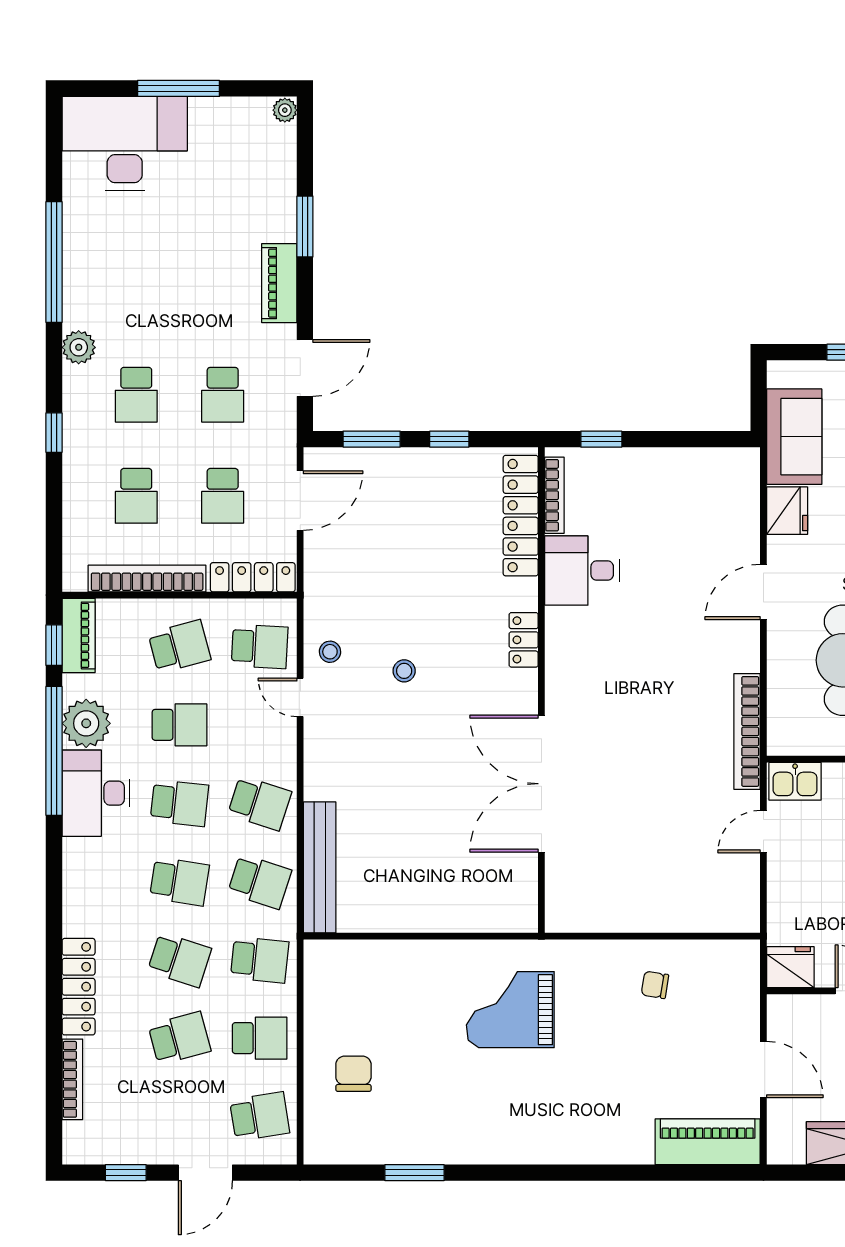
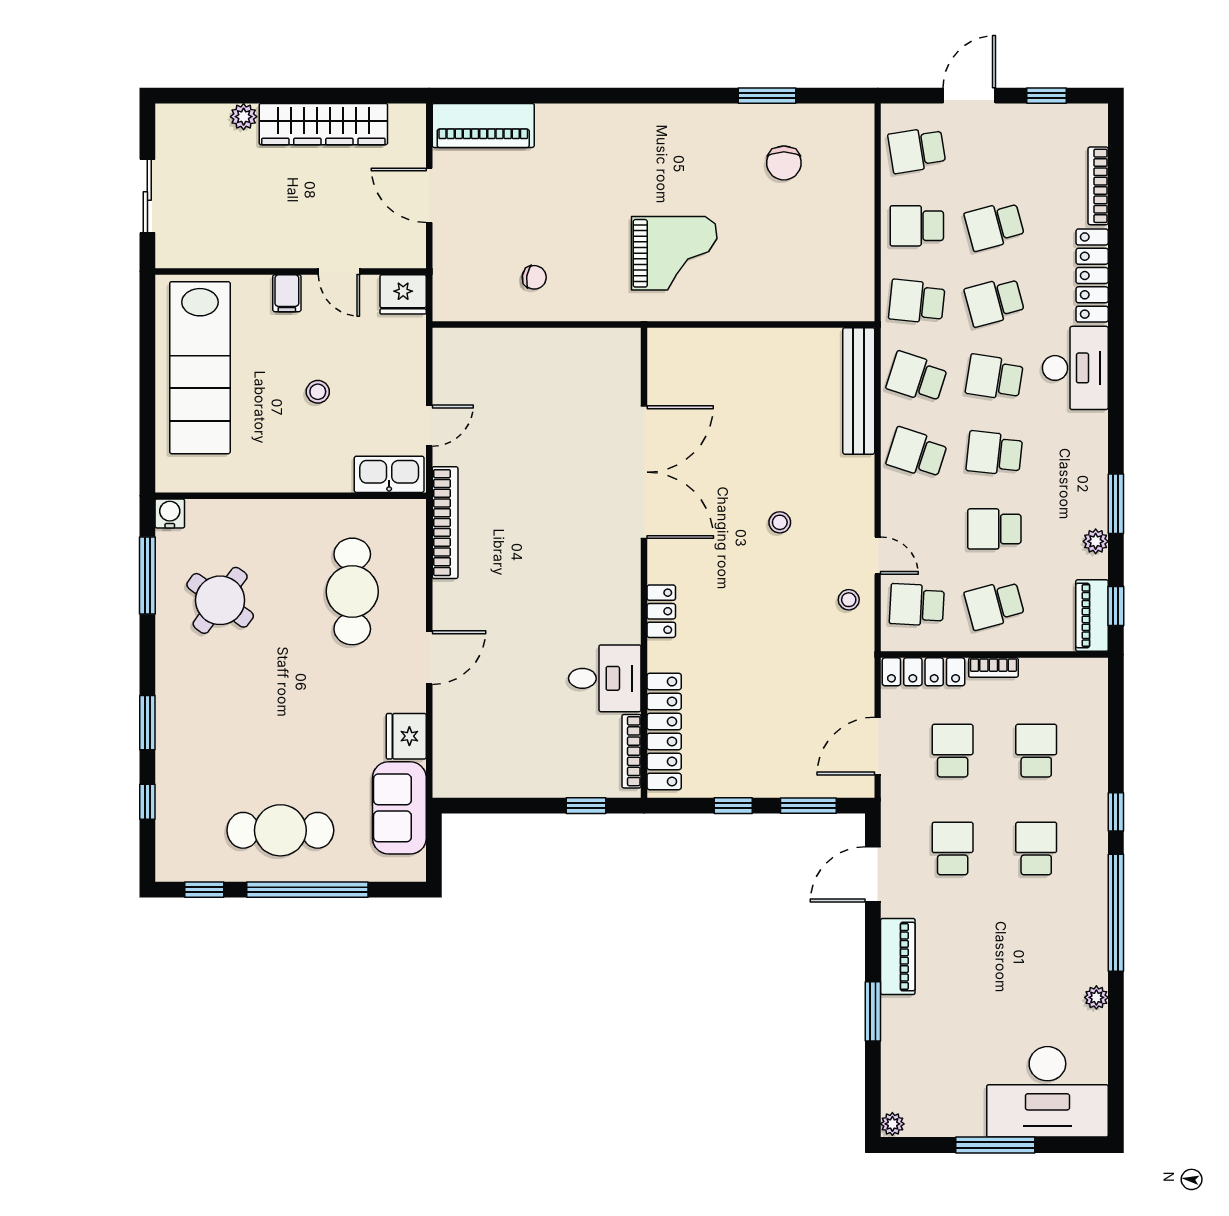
window: (54, 262) -> (1116, 913), moved
plant: (79, 347) -> (1096, 997), moved, width x0.73, depth x0.73
bookcase: (147, 579) -> (993, 668), width x0.43, depth x0.76
stool: (404, 671) -> (780, 522), moved
plant: (86, 723) -> (1096, 541), width x0.53, depth x0.53
window: (54, 751) -> (1116, 504), width x0.47
kitchen sink: (795, 781) -> (389, 474), width x1.38
desk: (96, 793) -> (1075, 368), moved
school desk: (179, 960) -> (994, 302), turned -33
chair: (353, 1074) -> (784, 163), moved

